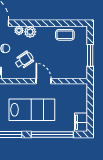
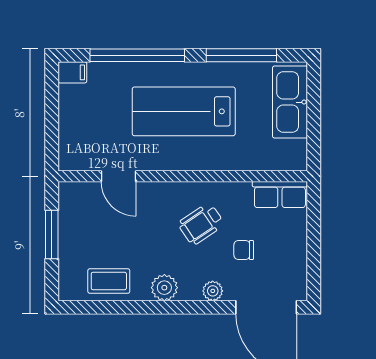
plant: (30, 32) -> (164, 288), moved
door: (44, 81) -> (118, 176), moved
filing cabinet: (81, 122) -> (72, 72), width x0.50

